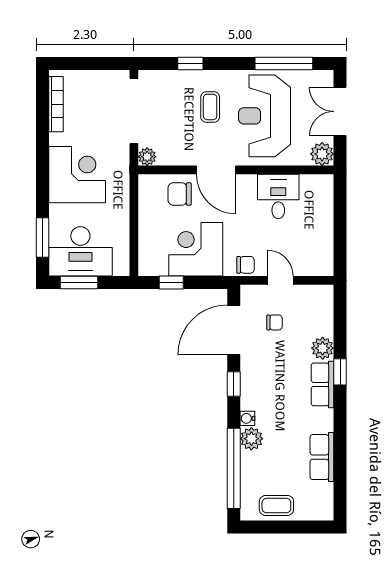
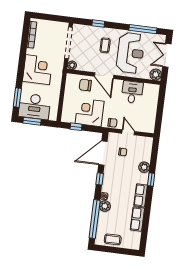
reception desk: (265, 116) -> (130, 53), turned 180
row of seats: (322, 384) -> (141, 195), moved

